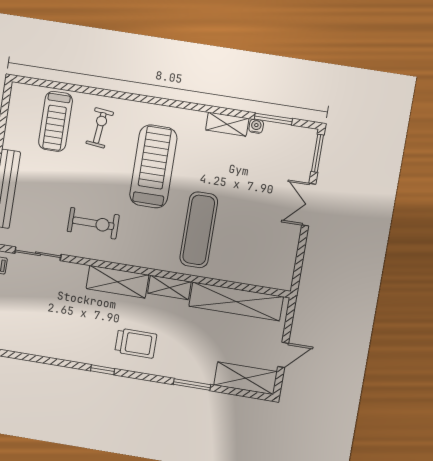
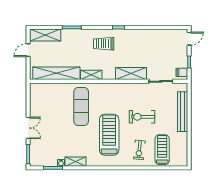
treadmill: (153, 166) -> (109, 135), turned 180
exercise bike: (93, 223) -> (142, 117), moved
shelving: (117, 282) -> (131, 74), moved

